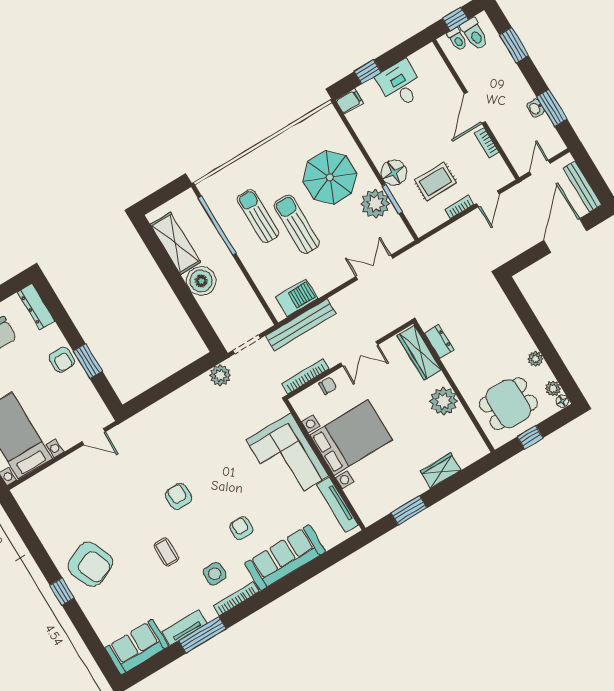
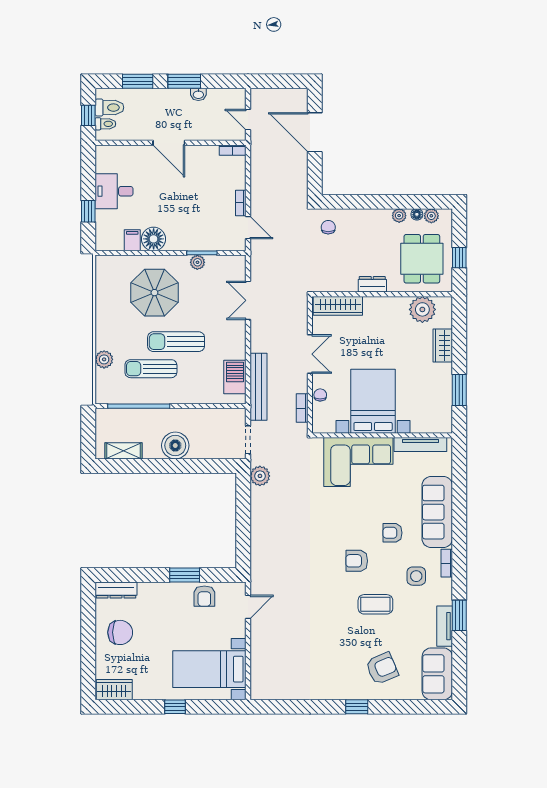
filing cabinet: (349, 101) -> (132, 240), moved
window: (552, 108) -> (184, 81), moved
bookcase: (487, 143) -> (233, 150), moved
plant: (241, 168) -> (104, 359), added
floor lamp: (394, 173) -> (154, 239), moved
rug: (435, 181) -> (209, 210), removed
bench: (582, 187) -> (284, 95), removed
door: (488, 199) -> (248, 228), moved
plant: (375, 204) -> (197, 262), width x0.53, depth x0.53
shelving: (175, 243) -> (124, 451), width x0.67, depth x0.75
chair: (486, 300) -> (328, 227), added
dresser: (439, 342) -> (372, 284), moved
armchair: (62, 360) -> (204, 596), moved, turned 90
bookcase: (306, 376) -> (302, 408), width x0.64
plant: (444, 401) -> (422, 309), moved
floor lamp: (562, 401) -> (417, 214), moved
armchair: (179, 496) -> (357, 561), moved
coffee table: (166, 552) -> (375, 604), width x1.36, depth x1.30
armchair: (90, 564) -> (382, 668), moved, width x0.73, depth x0.73
bookcase: (236, 599) -> (447, 563), width x0.64
window: (203, 635) -> (459, 615), width x0.69

